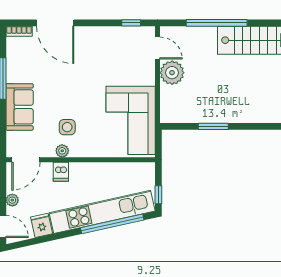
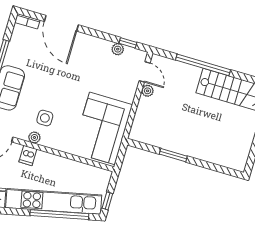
plant: (122, 33) -> (118, 49), added
plant: (172, 73) -> (148, 91), width x0.53, depth x0.53

